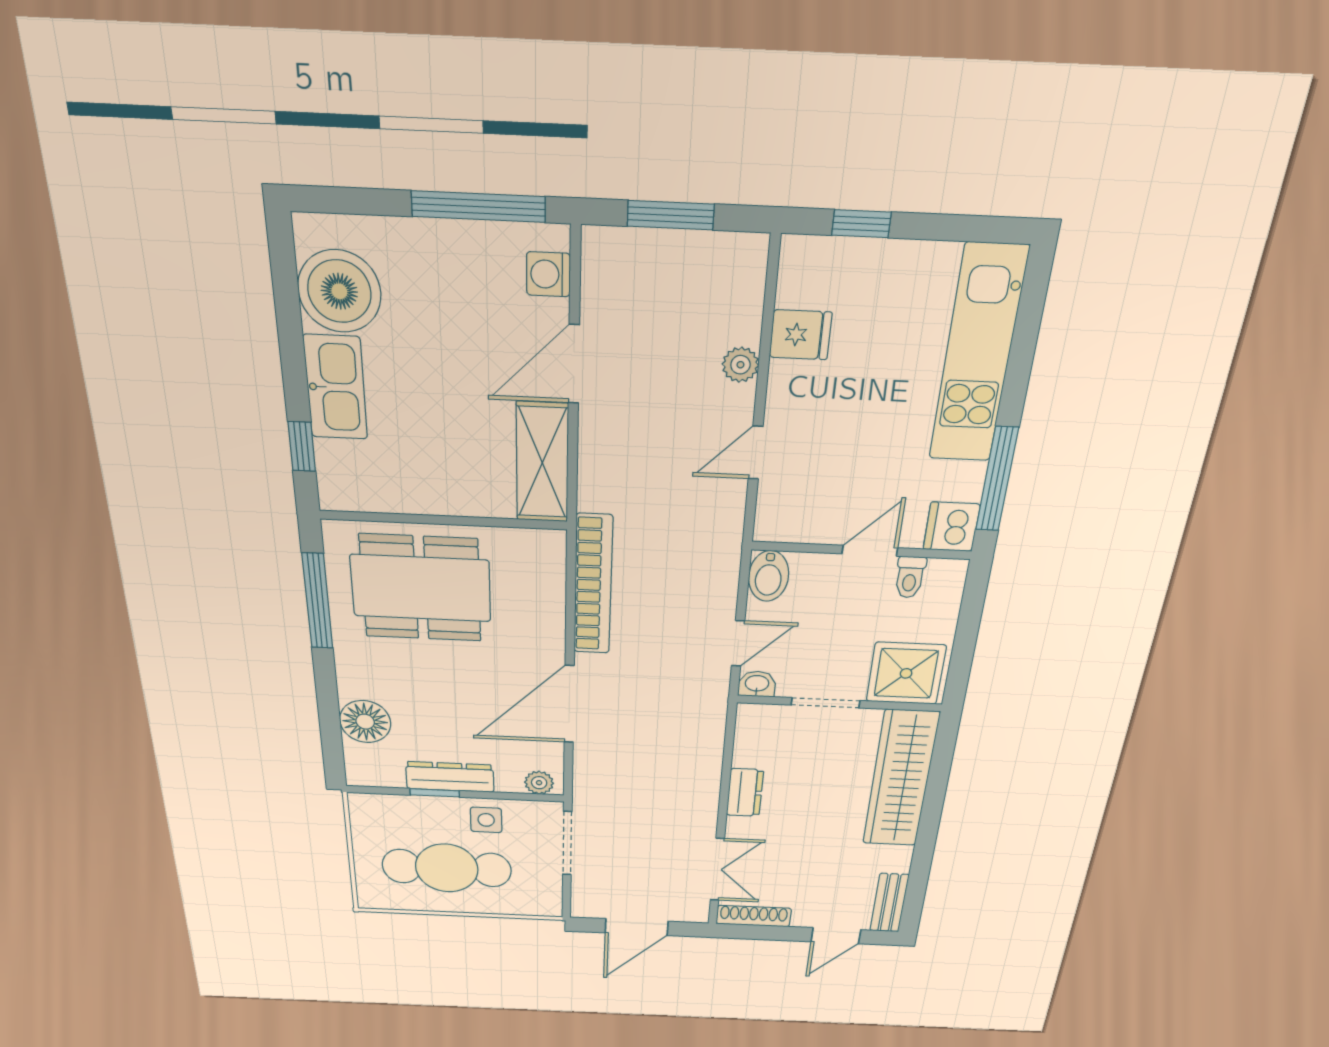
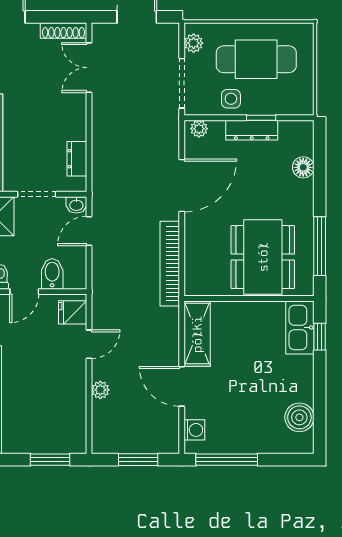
window: (861, 224) -> (50, 460), width x1.50
boiler: (339, 291) -> (299, 417), width x0.73, depth x0.73
fridge: (801, 335) -> (73, 312), moved
door: (574, 364) -> (182, 386), swing flipped
kitchen sink: (336, 387) -> (300, 327), moved
bidet: (769, 576) -> (52, 274), moved
dining table: (421, 588) -> (263, 257), turned 90
floor lamp: (365, 722) -> (303, 167), width x0.73, depth x0.73
dresser: (745, 792) -> (77, 159), moved
plant: (548, 892) -> (194, 43), added

